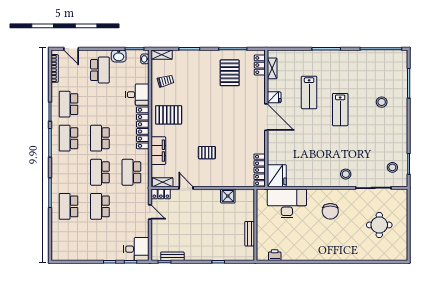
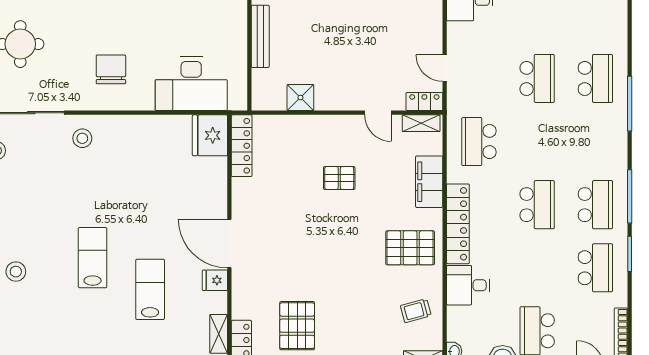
school desk: (100, 172) -> (537, 142), removed
school desk: (131, 172) -> (479, 142), turned 180
bench: (250, 234) -> (260, 36), width x1.36

